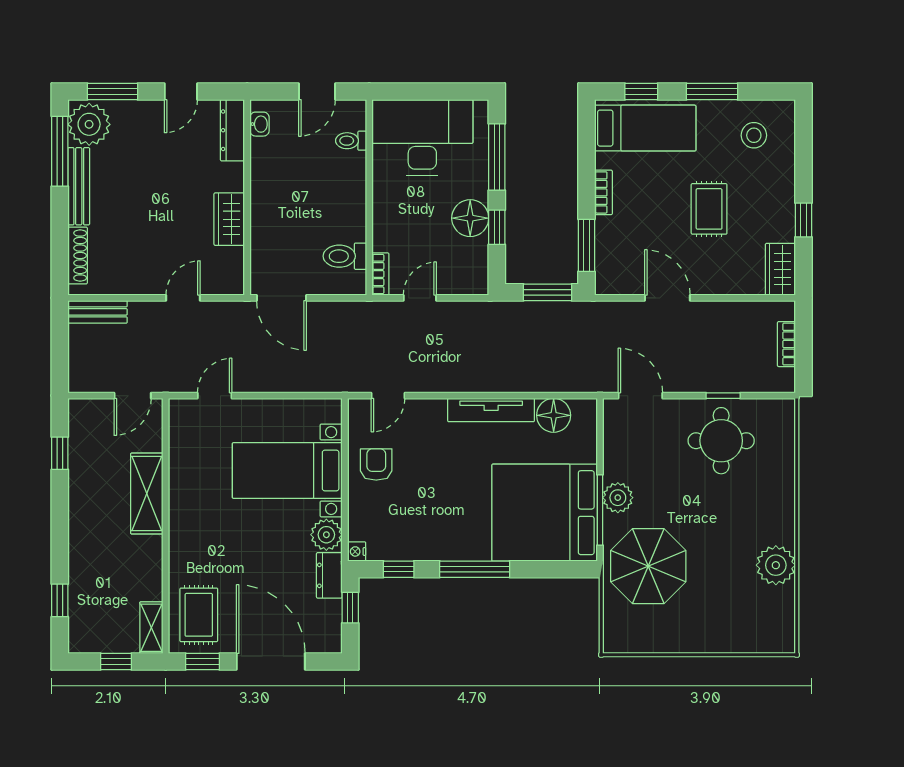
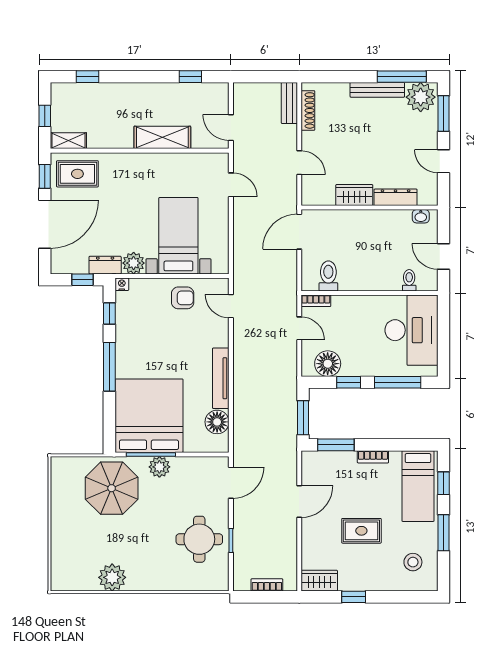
dresser: (232, 130) -> (396, 197), moved
floor lamp: (470, 218) -> (328, 364), moved
shoe rack: (78, 255) -> (308, 110), moved, turned -90

